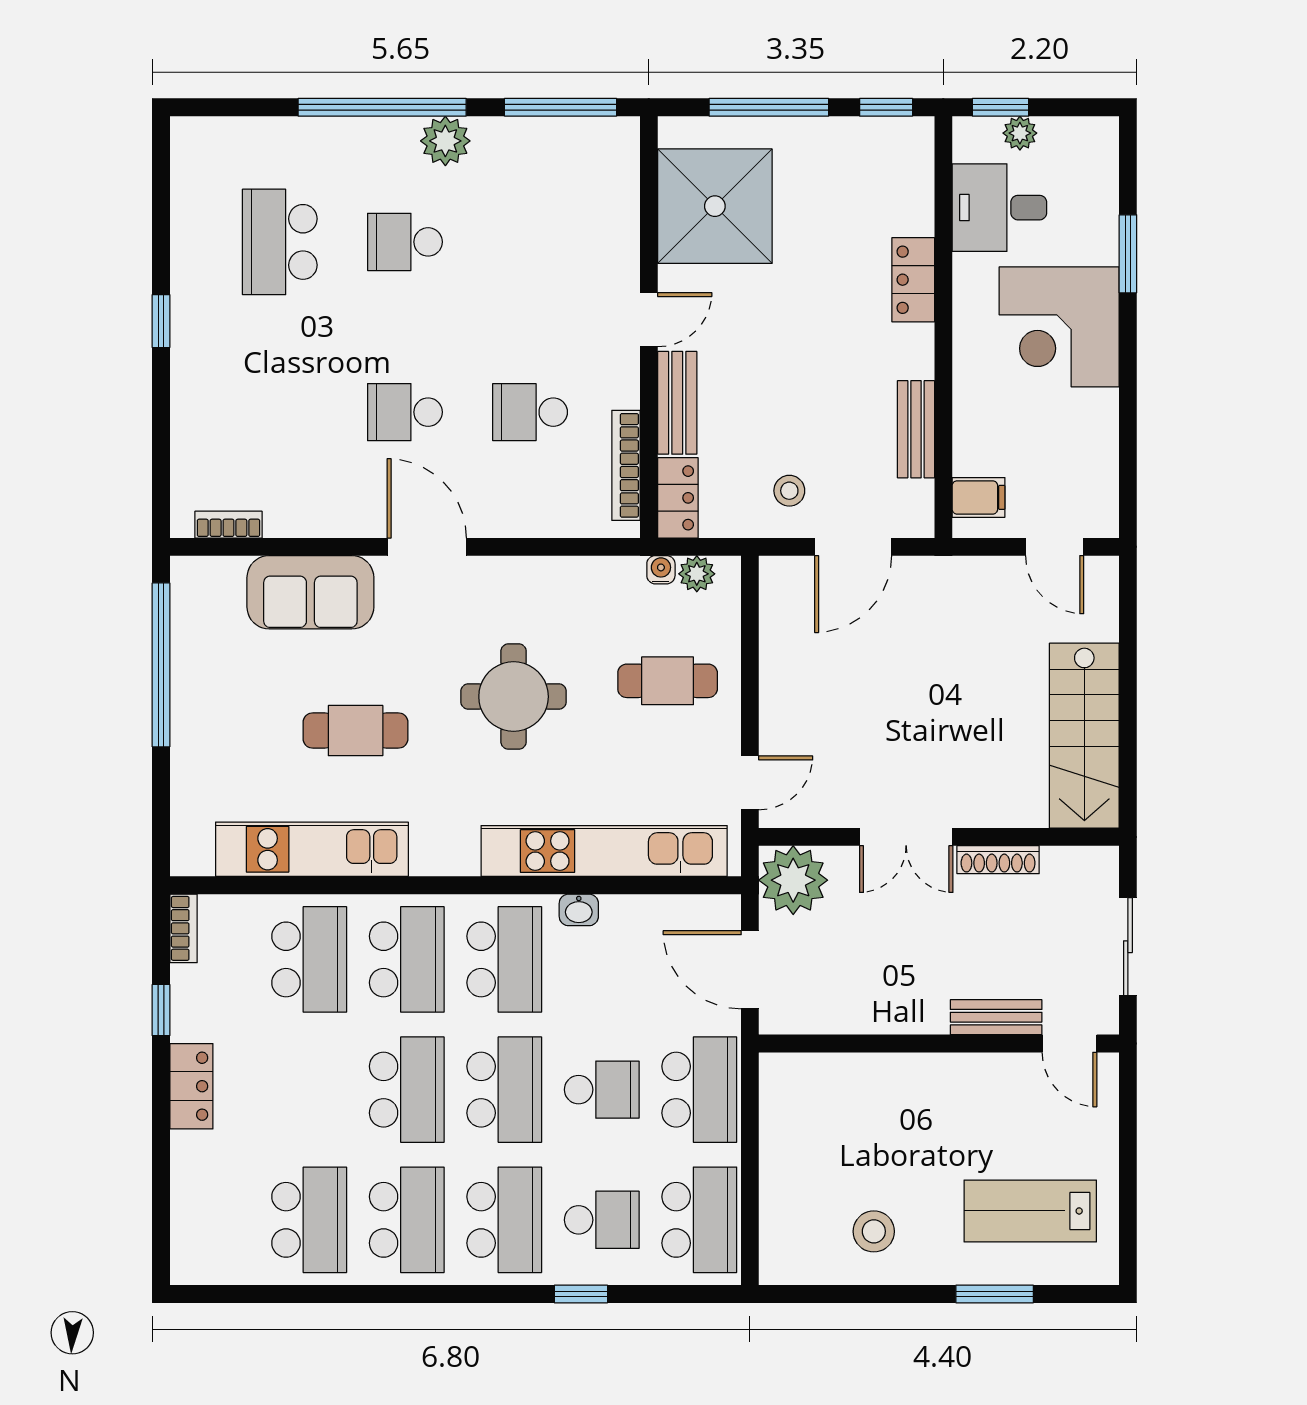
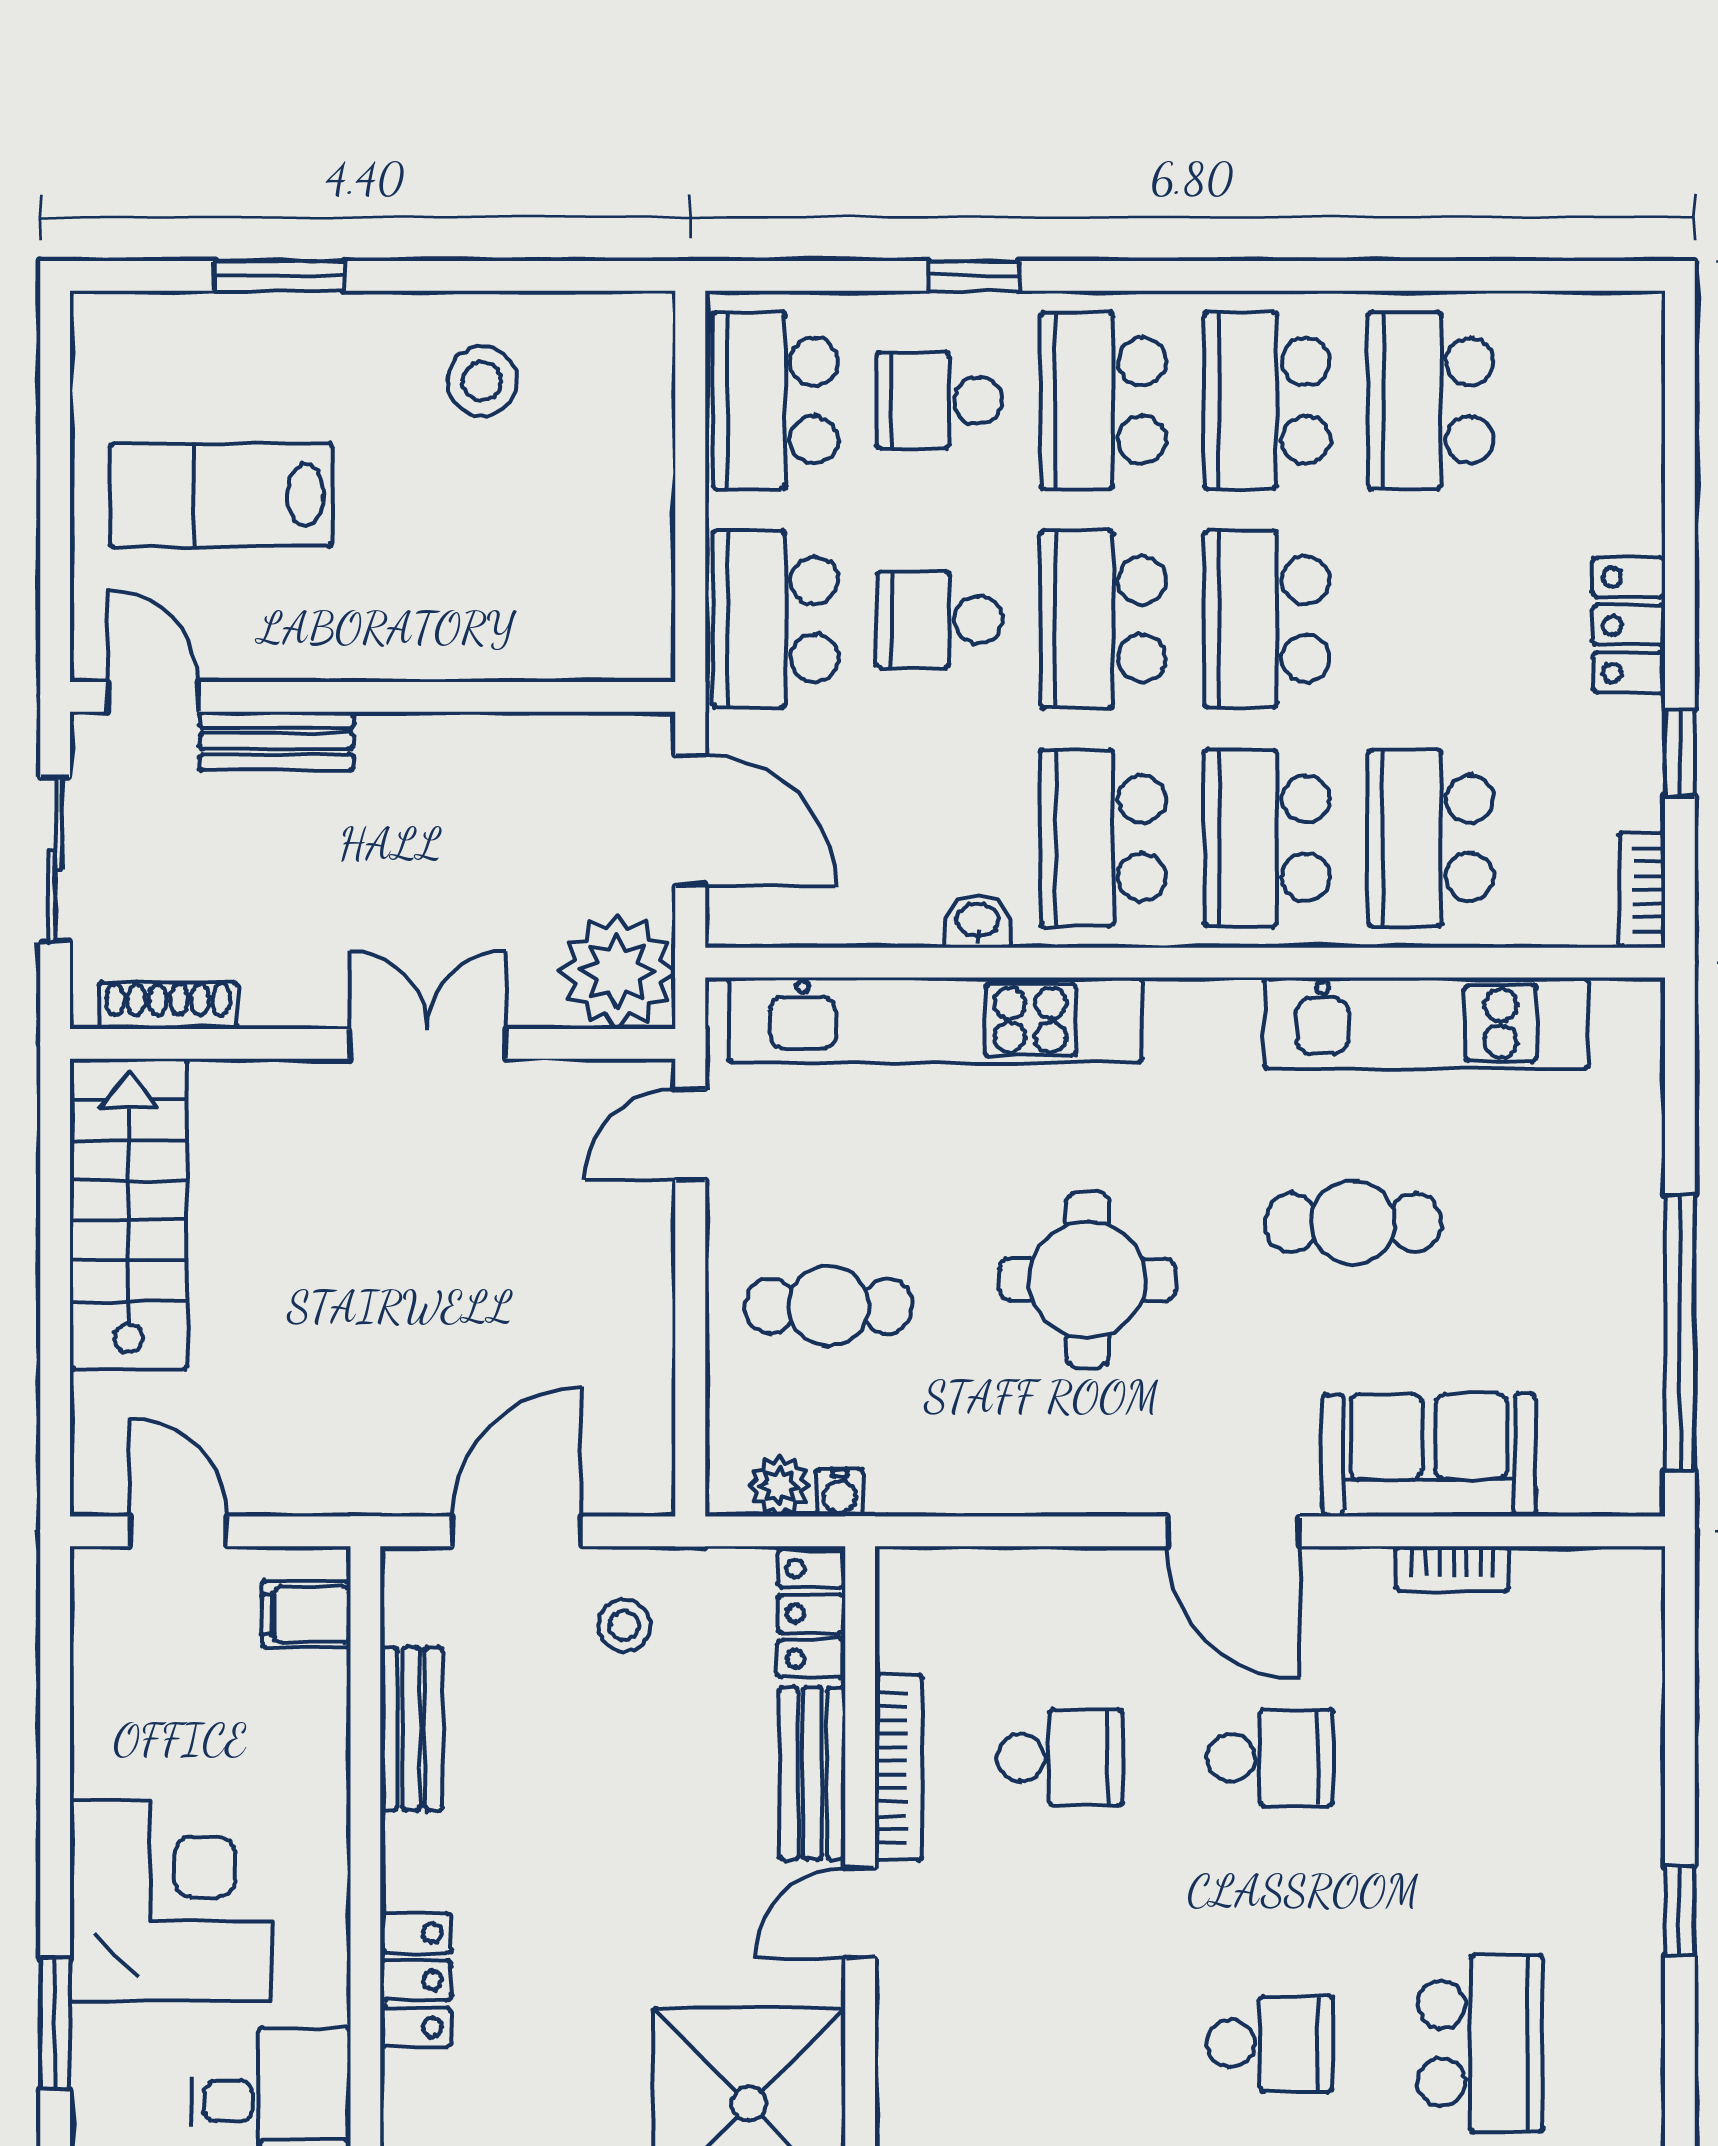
bookcase: (626, 465) -> (899, 1767), moved
bookcase: (228, 525) -> (1453, 1569), moved
shoe rack: (998, 860) -> (168, 1006), moved
lab bench: (1030, 1211) -> (221, 495), moved, turned 180

